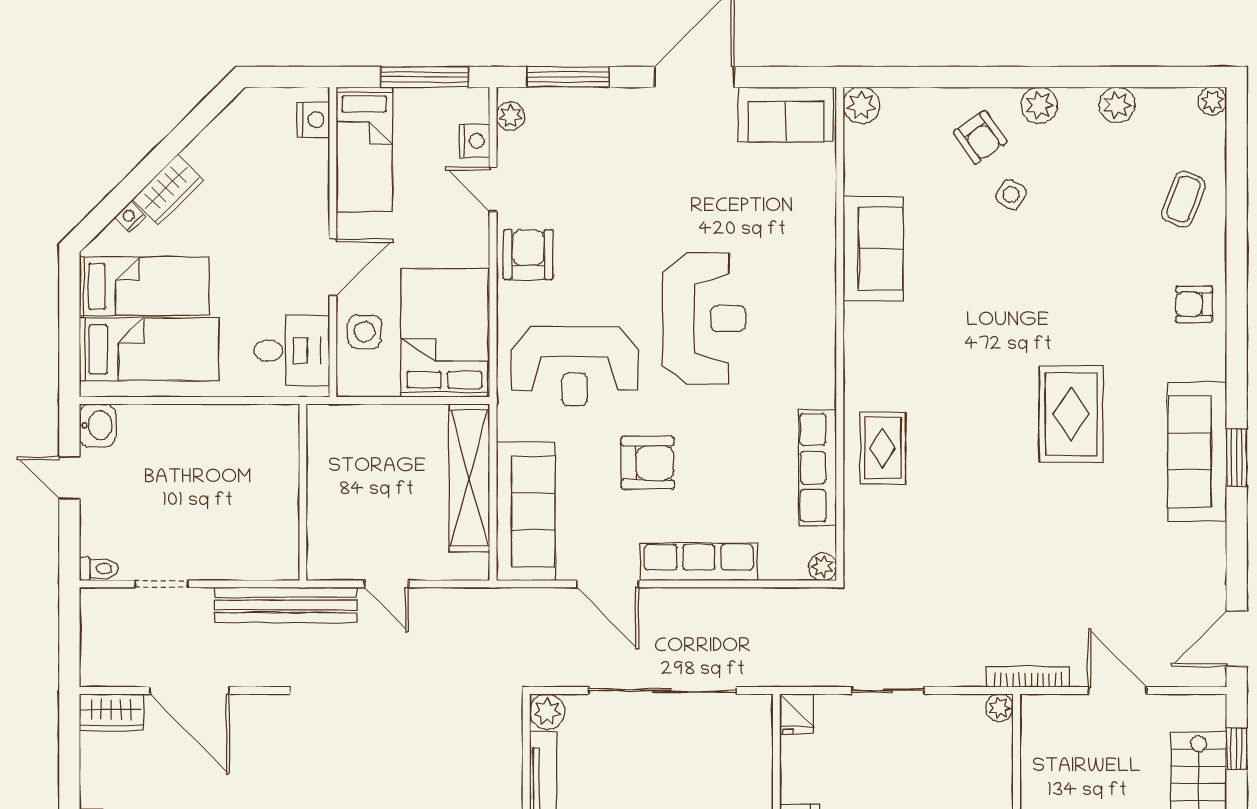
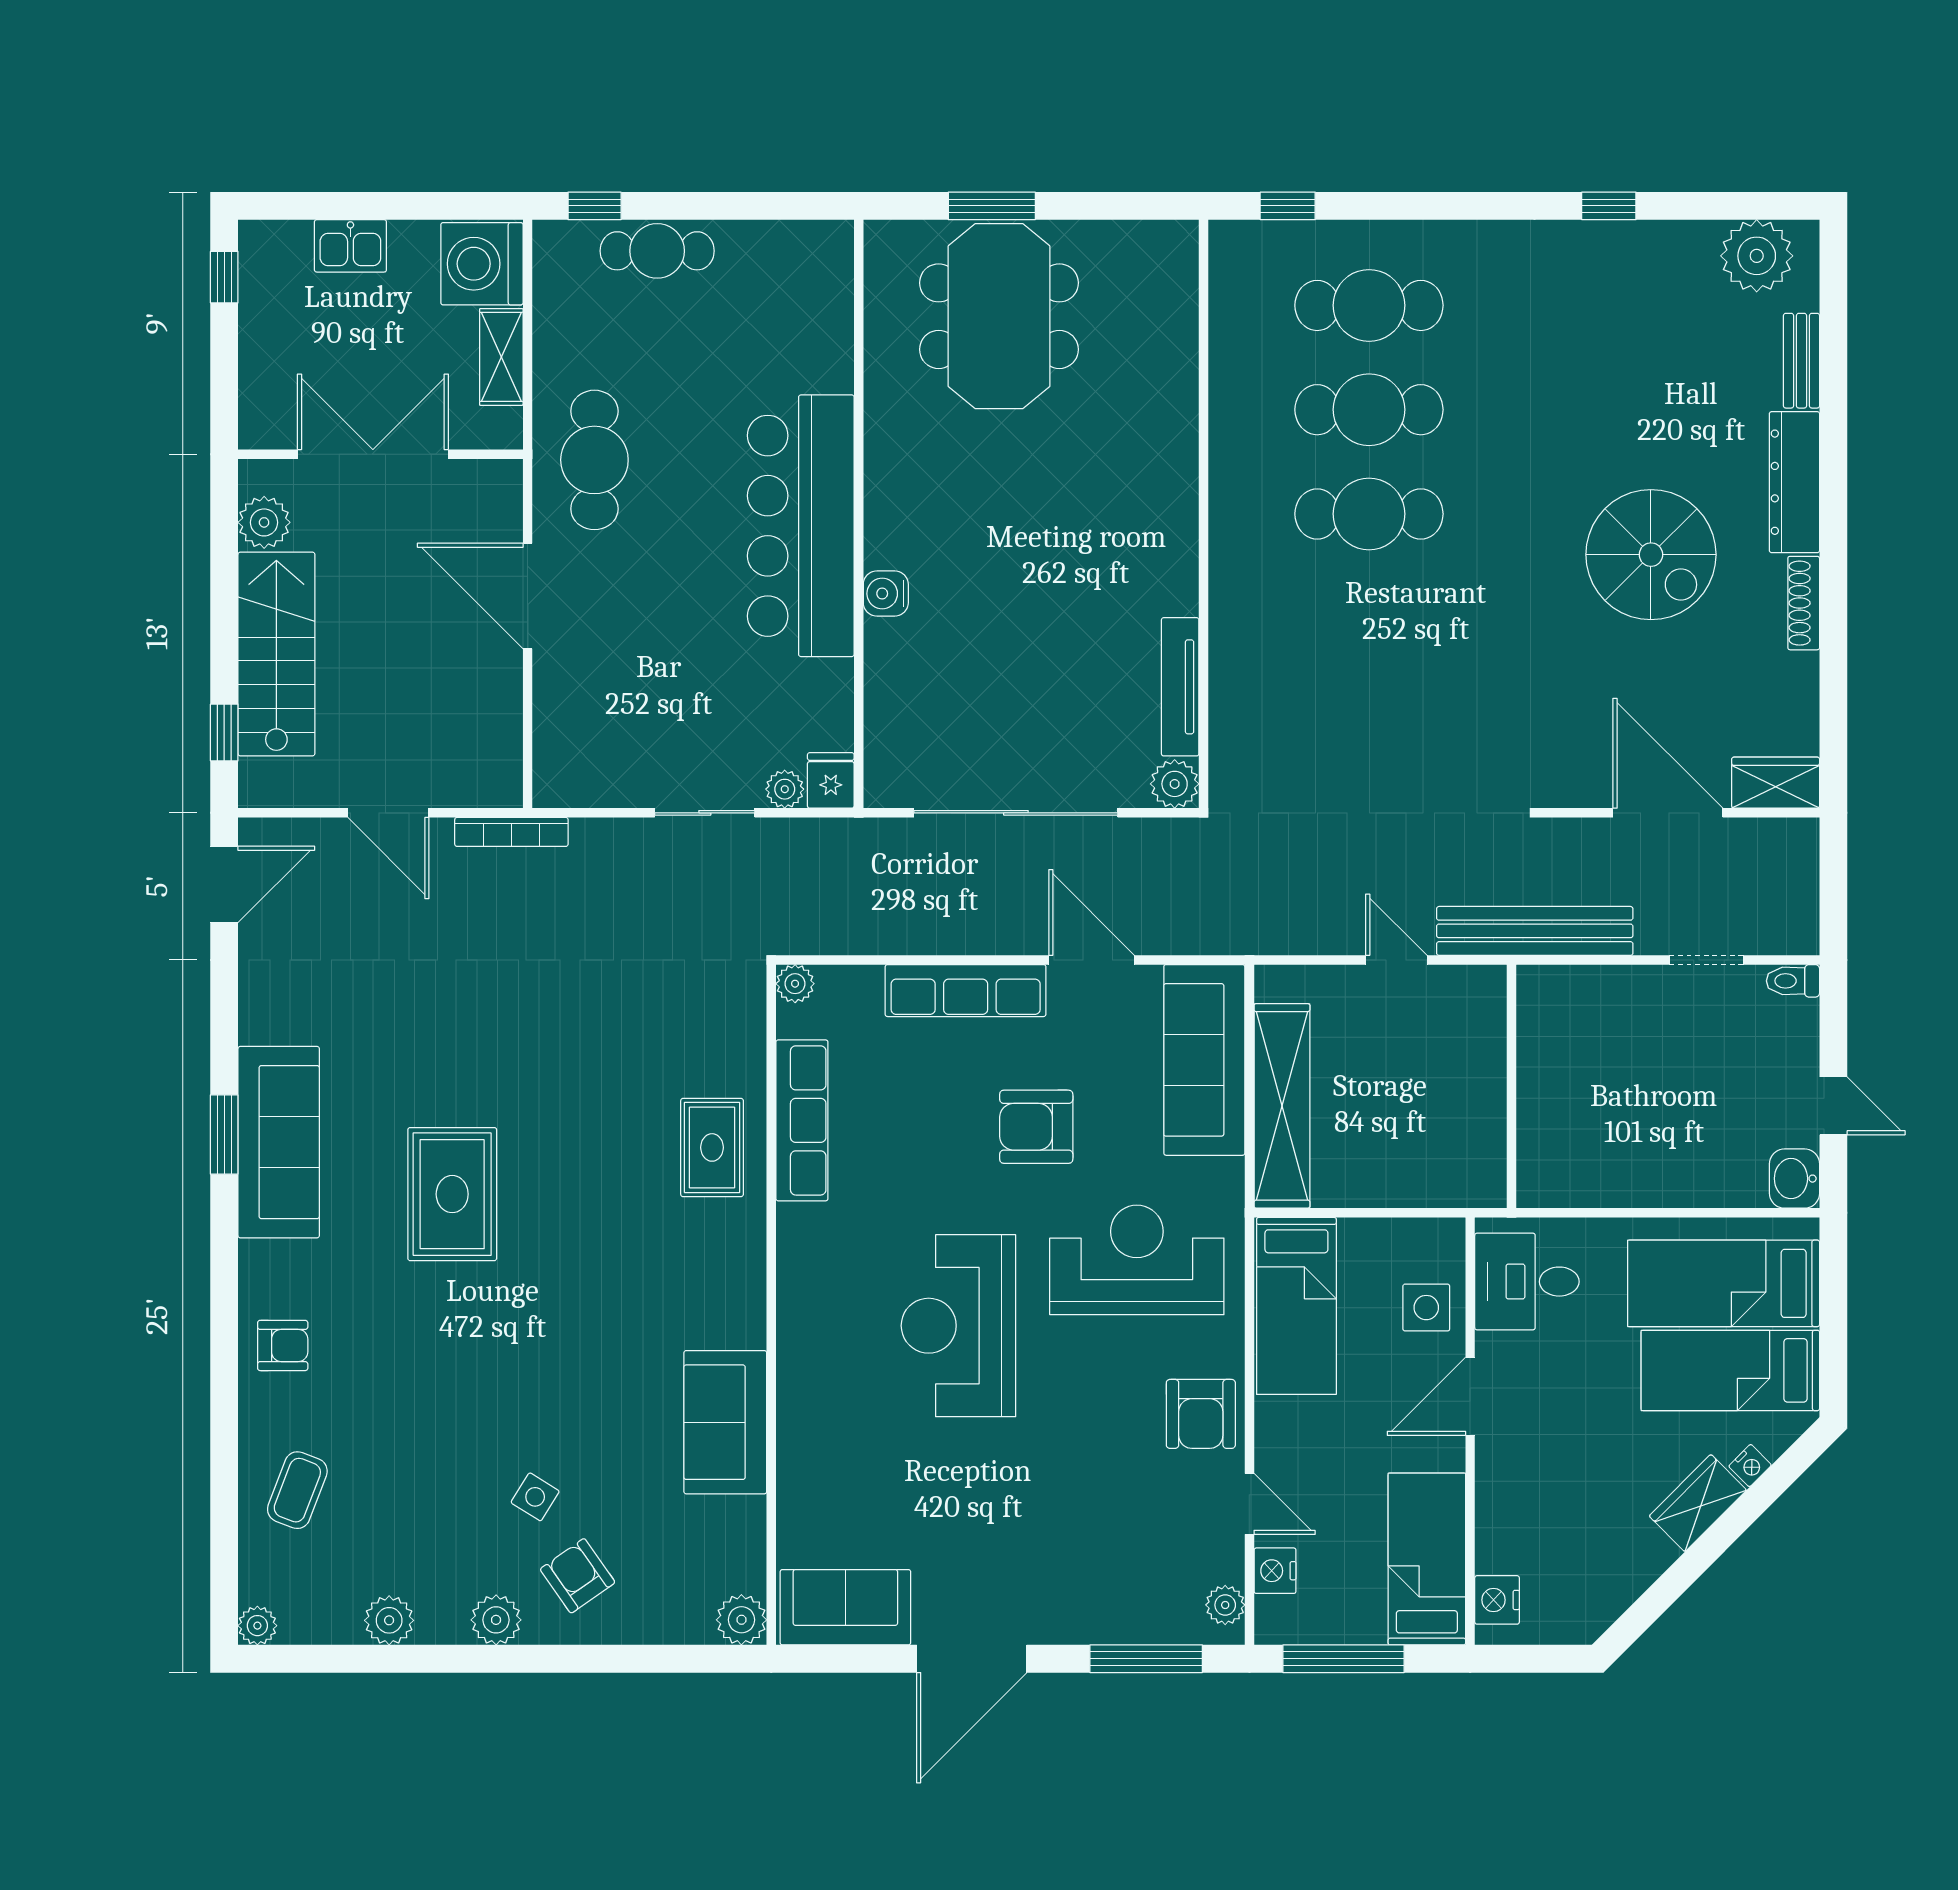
bed: (444, 333) -> (1296, 1306), width x0.67
plant: (999, 708) -> (785, 789), moved

